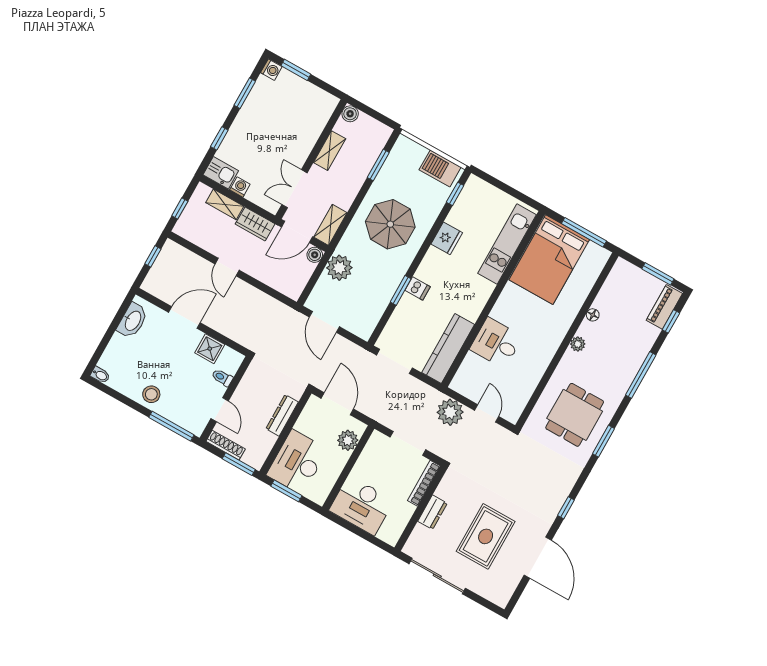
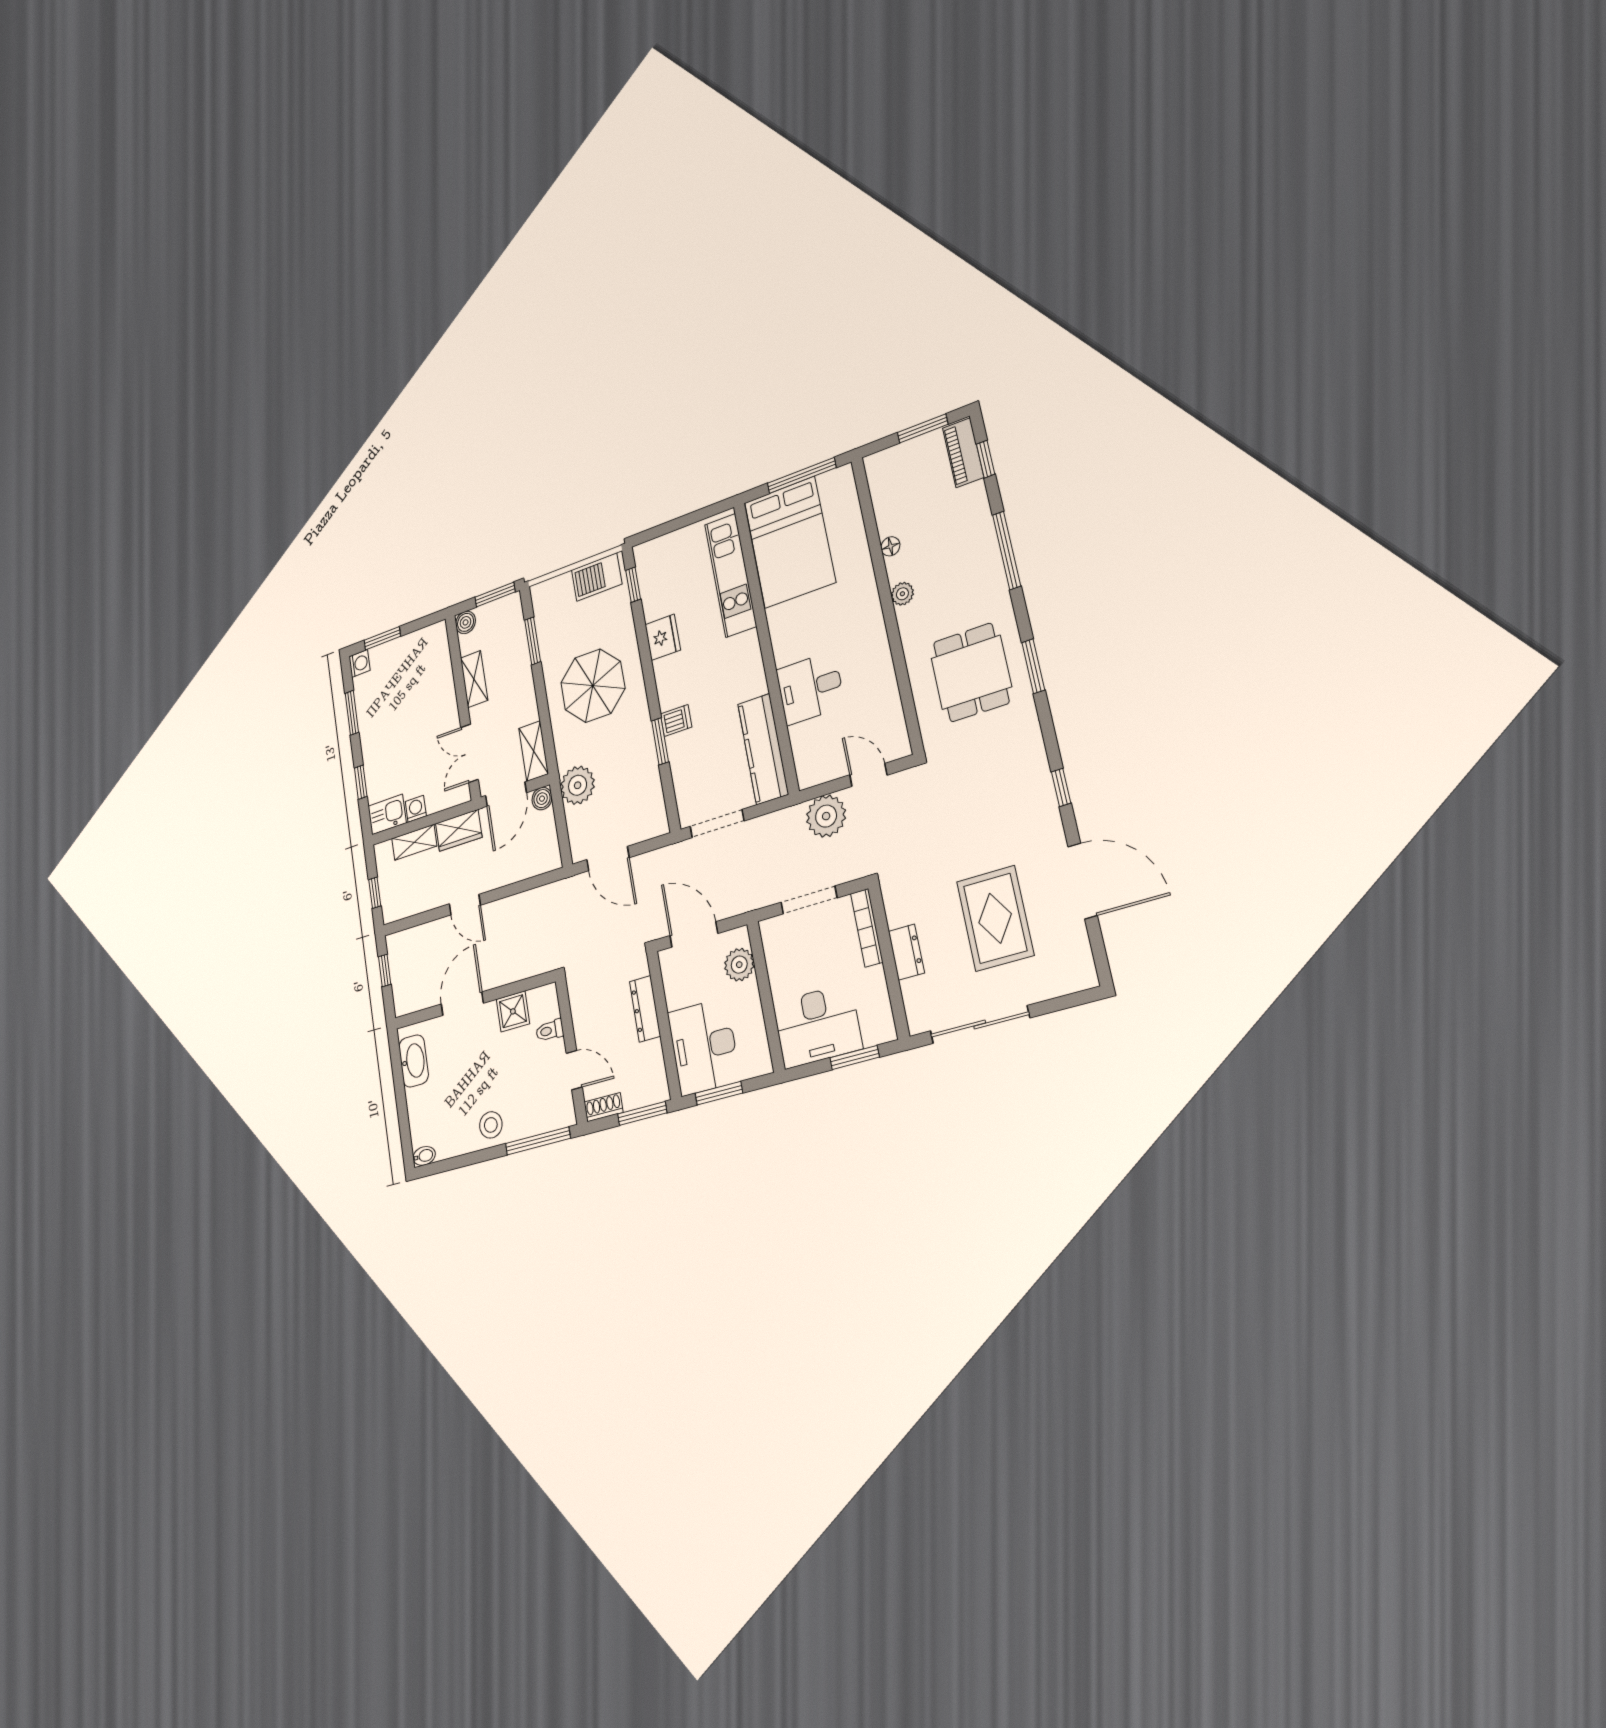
window: (379, 117) -> (495, 595), added
shoe rack: (226, 445) -> (604, 1107), width x0.70
window: (367, 536) -> (855, 1057), added

